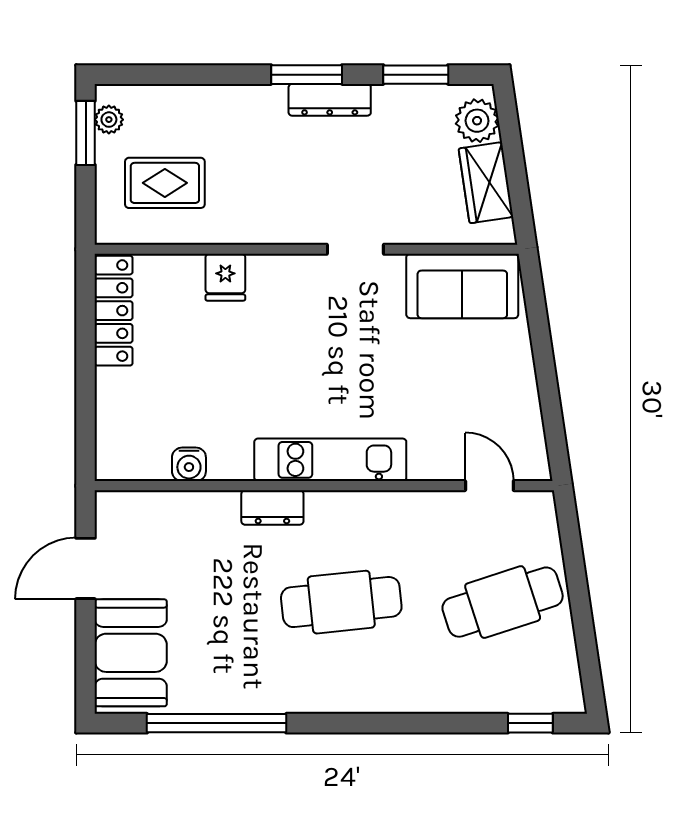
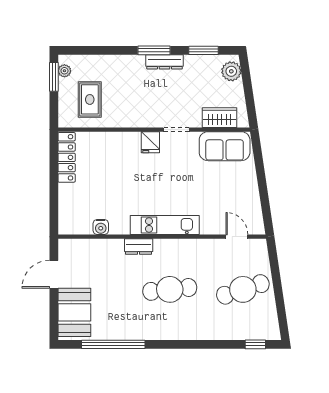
rug: (165, 183) -> (90, 99), turned 90
wardrobe: (486, 183) -> (219, 118), moved, turned 98
fridge: (225, 277) -> (150, 142), moved

